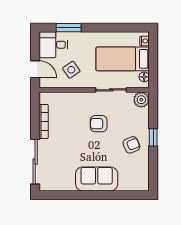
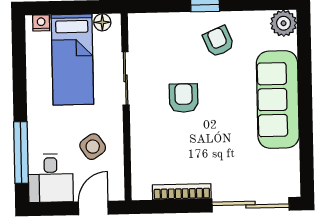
window: (69, 28) -> (21, 153), width x1.44
plant: (141, 100) -> (284, 23), moved
armchair: (99, 124) -> (184, 98), turned 180
sofa: (97, 179) -> (278, 100), width x1.36

